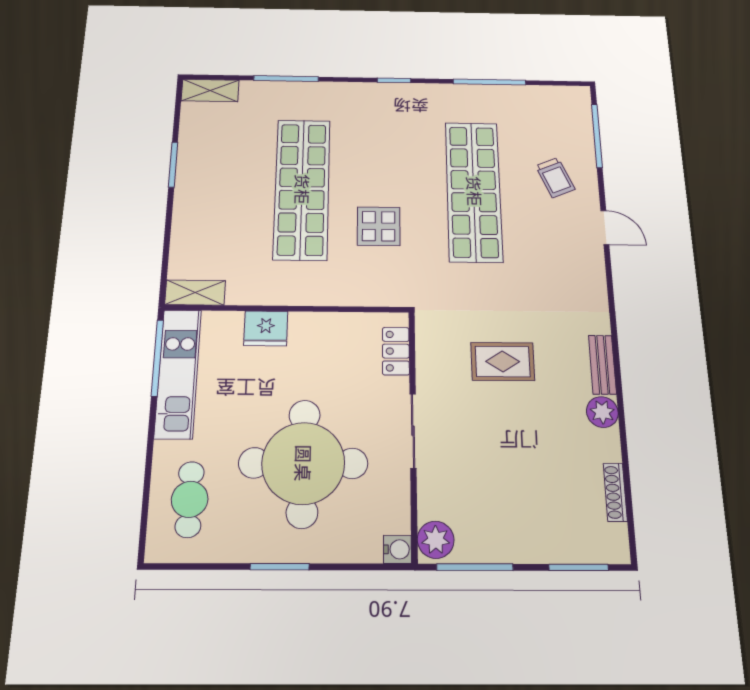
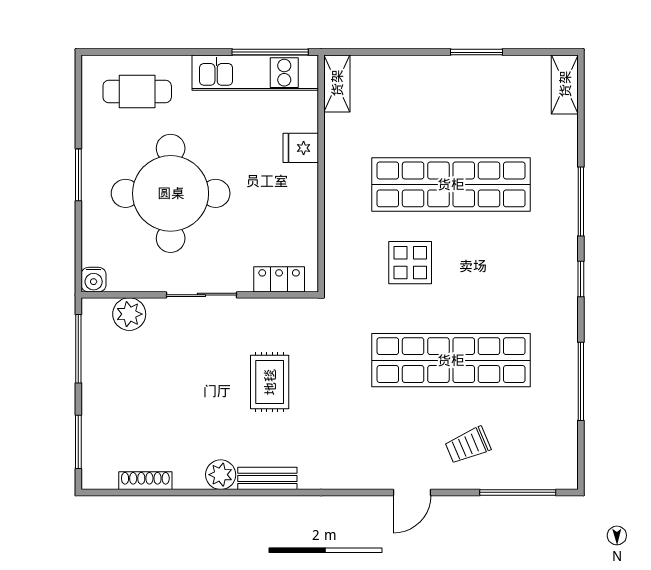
window: (286, 79) -> (581, 202), moved
fridge: (266, 328) -> (301, 148), width x0.72
plant: (436, 540) -> (129, 314), moved

